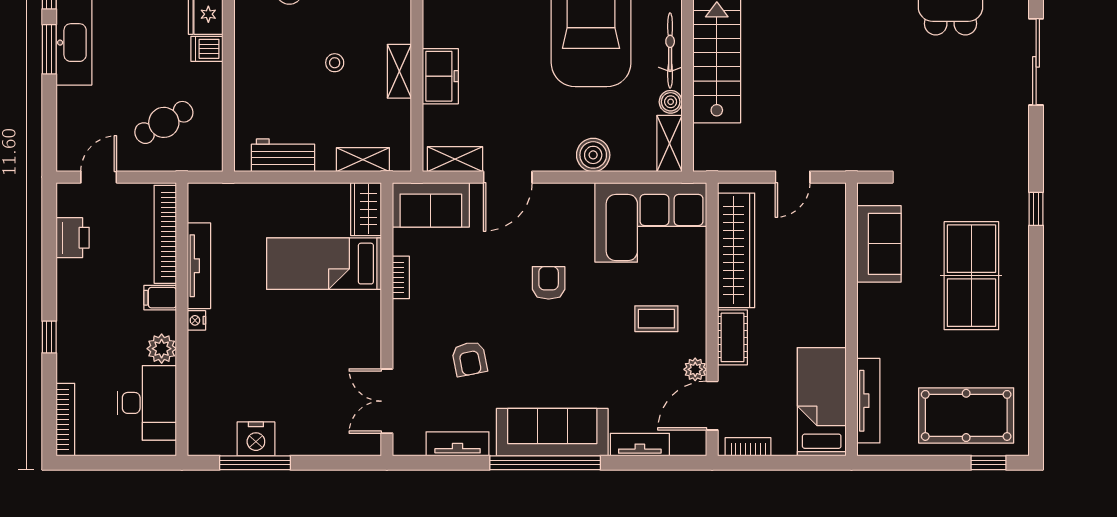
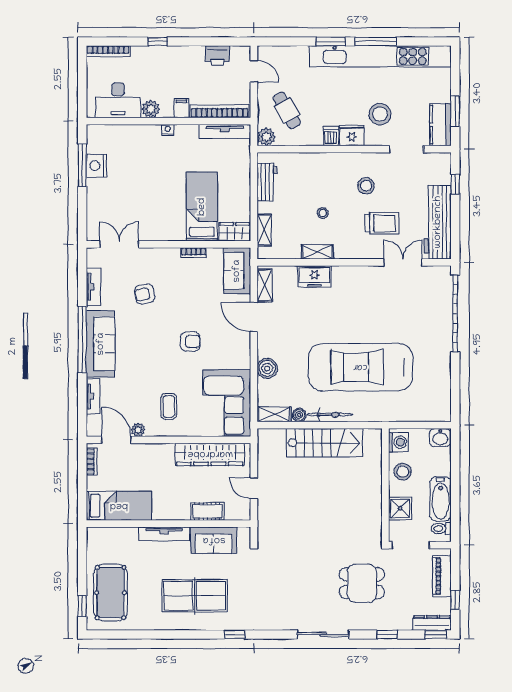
plant: (208, 157) -> (266, 137), added
tv unit: (199, 266) -> (225, 131), moved
cot: (733, 337) -> (207, 511), moved
tv unit: (868, 401) -> (164, 534), moved

